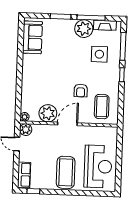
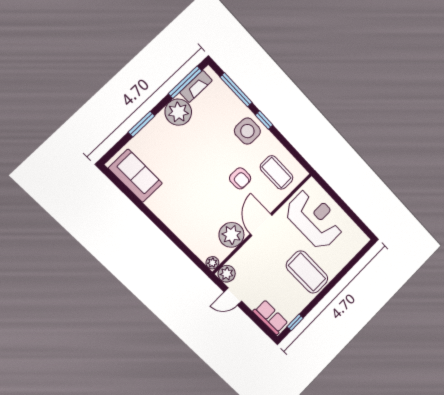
window: (91, 18) -> (185, 82), moved
side table: (99, 54) -> (247, 131), moved
reception desk: (98, 166) -> (315, 219), moved

